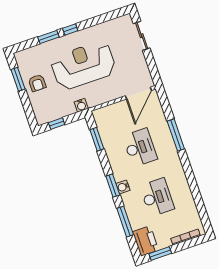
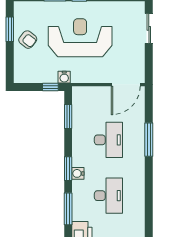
armchair: (37, 83) -> (28, 40), turned -52
window: (57, 124) -> (50, 87), moved

